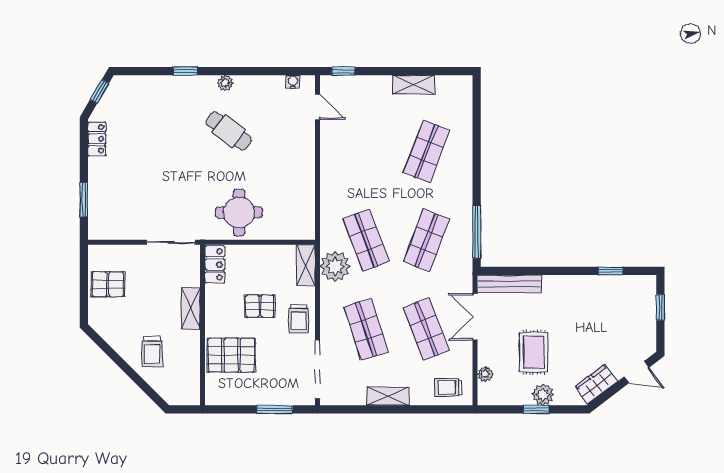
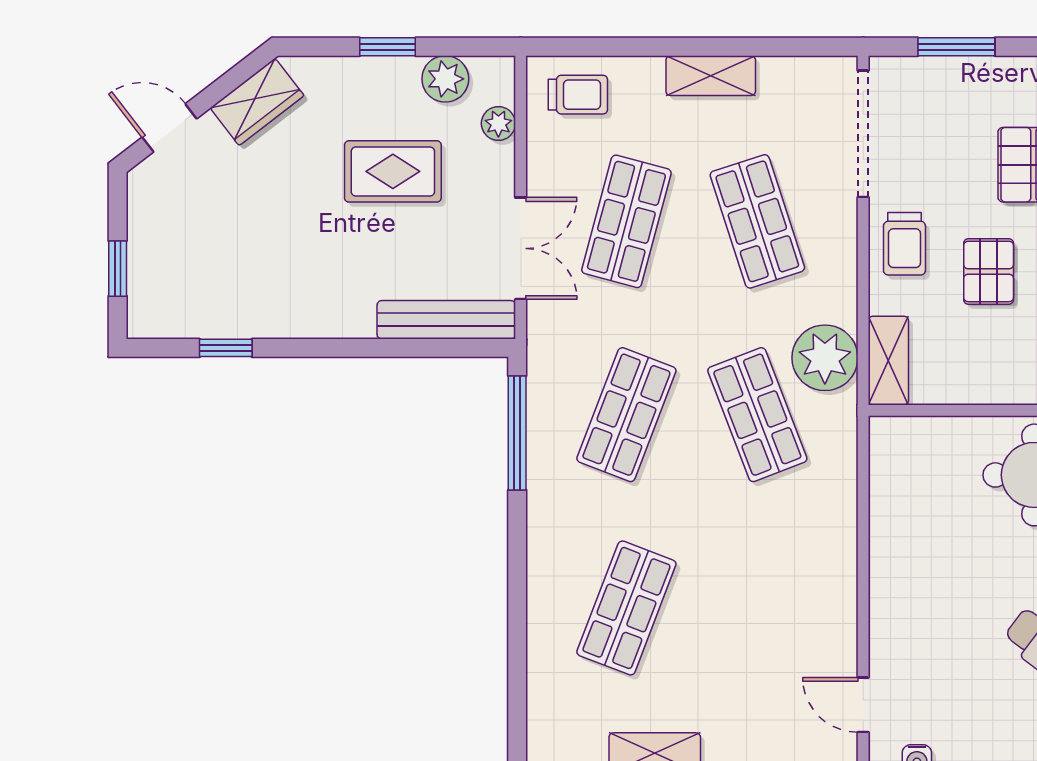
pallet: (260, 306) -> (989, 271), turned 90
trolley: (299, 319) -> (904, 244), turned 180
shop shelf: (426, 329) -> (626, 221), turned 36
rug: (534, 352) -> (393, 171), turned 90
plant: (543, 395) -> (445, 79), moved

